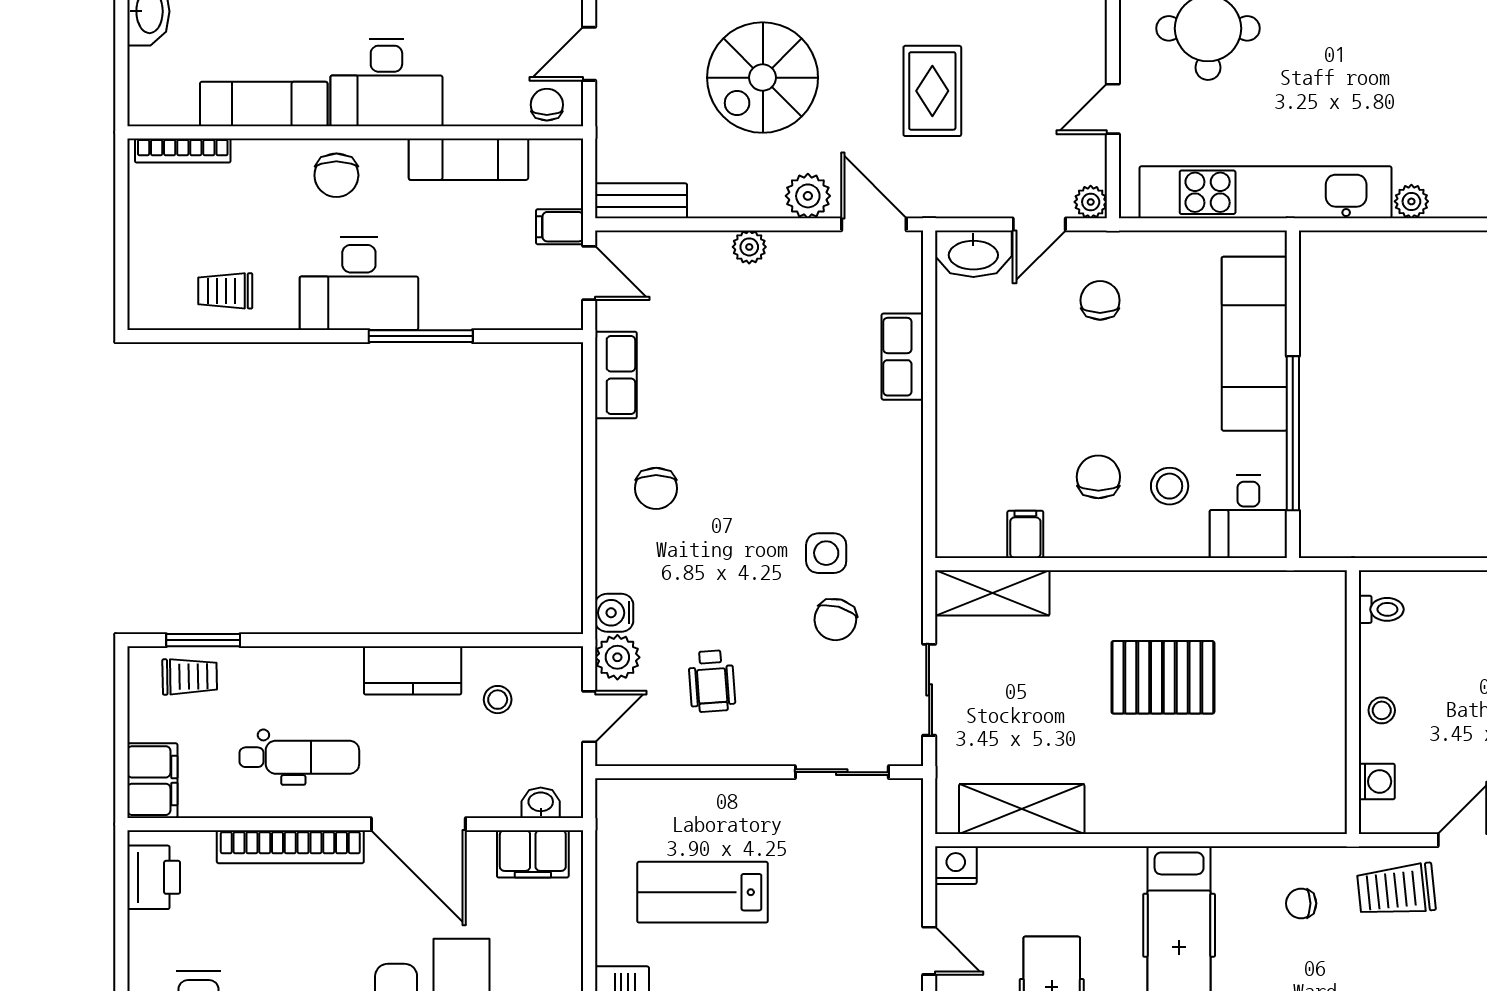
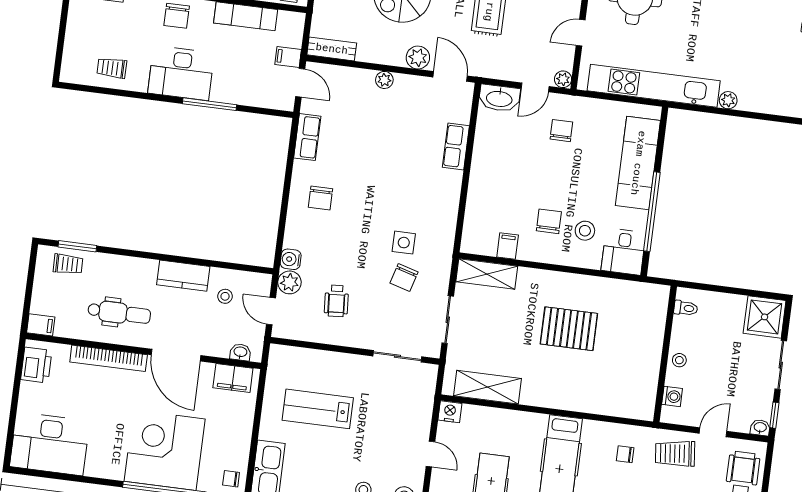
door: (589, 717) -> (271, 311), swing flipped
filing cabinet: (152, 781) -> (41, 325), width x0.50

